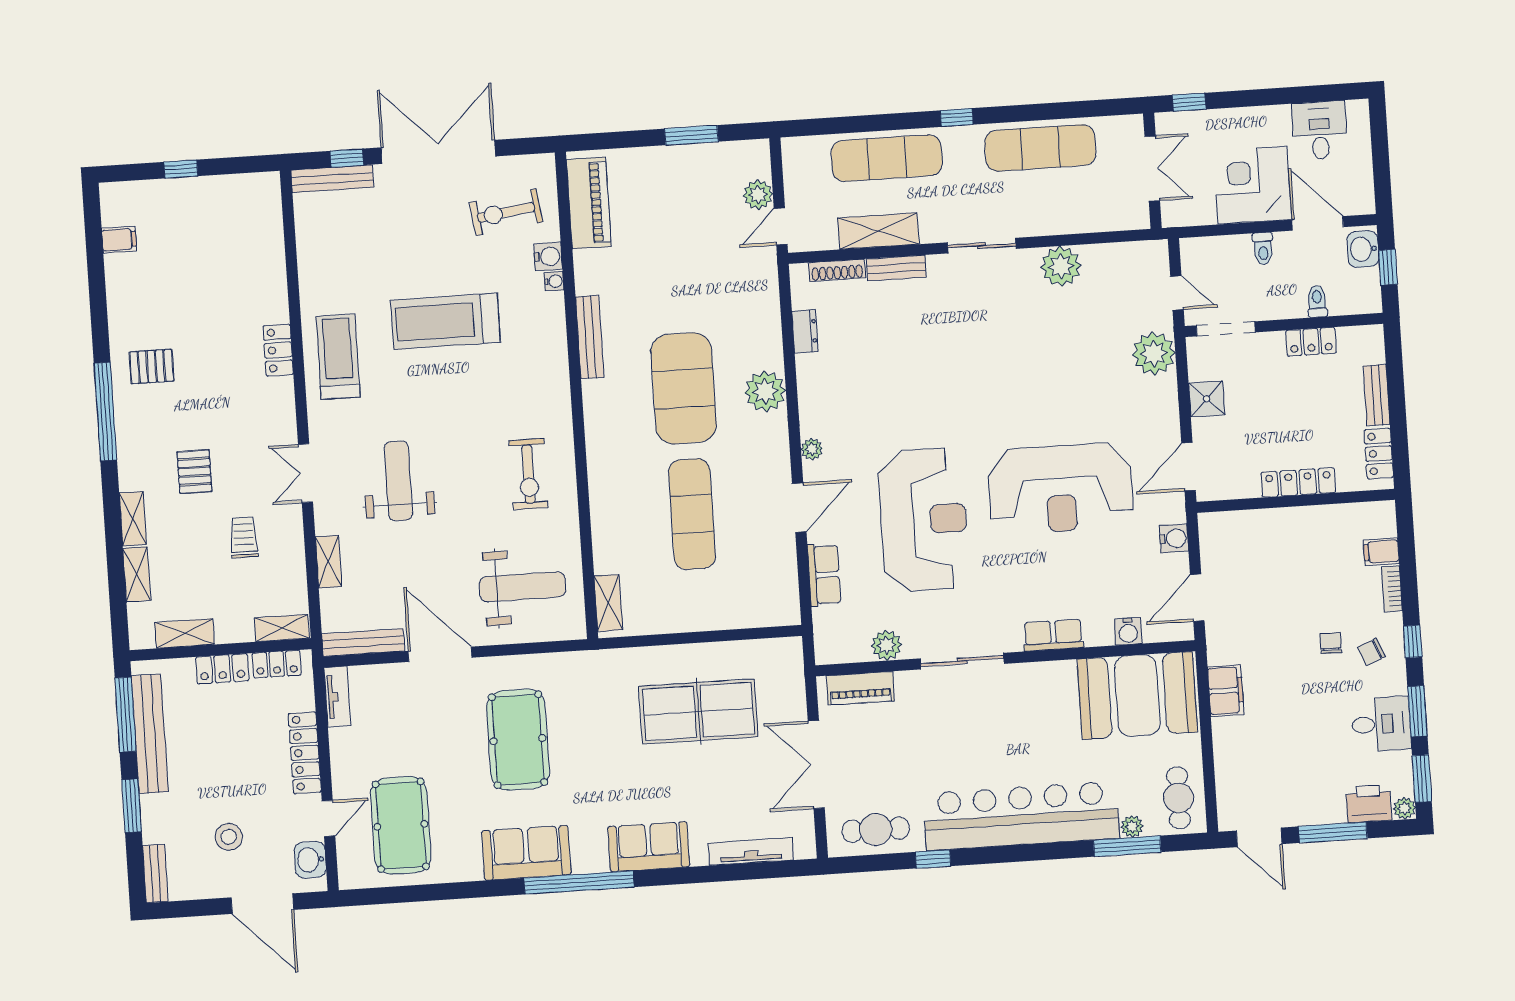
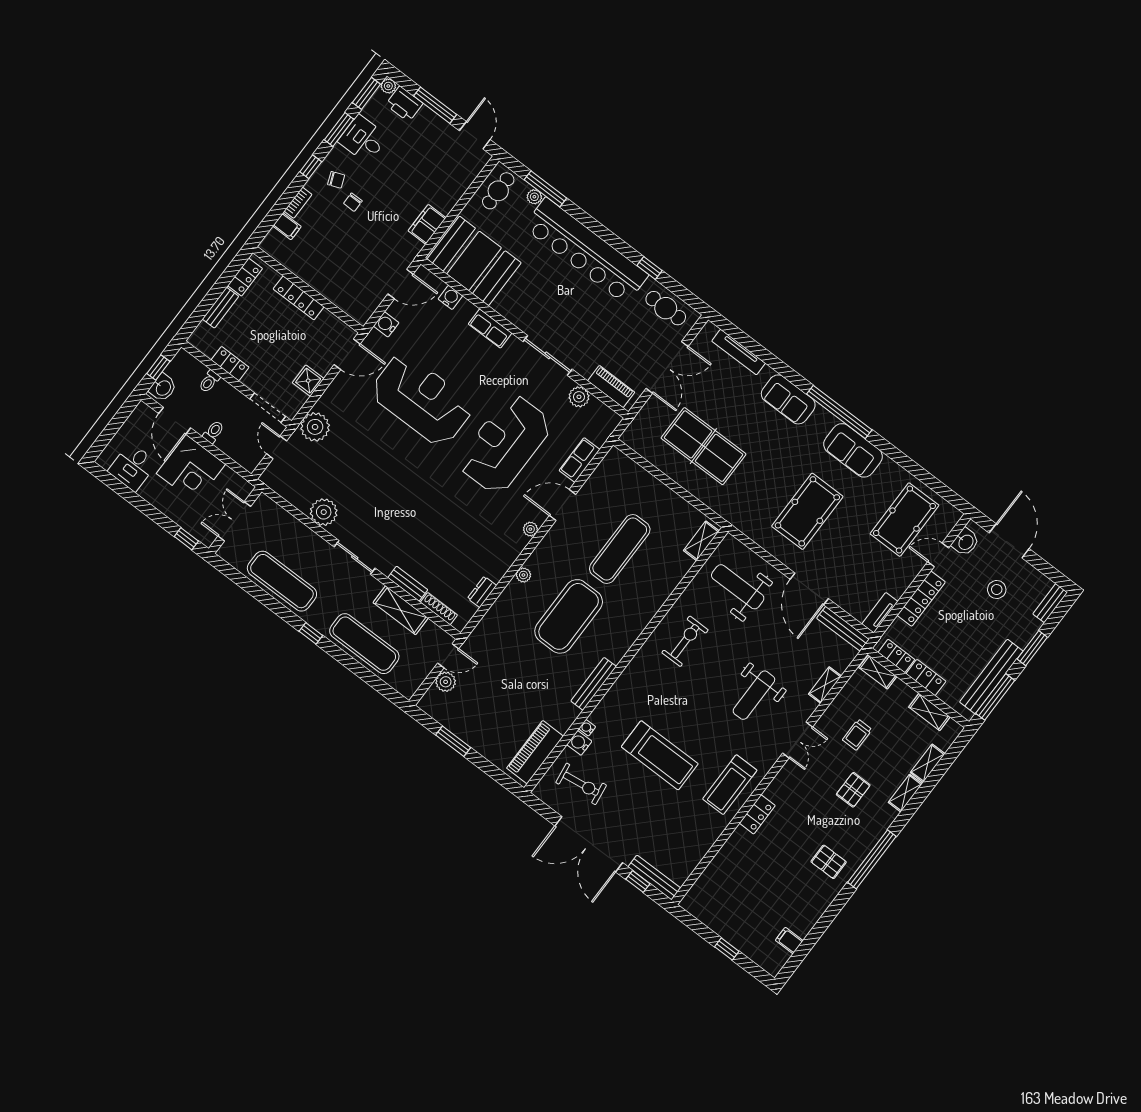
plant: (765, 391) -> (523, 575), width x0.53, depth x0.53

